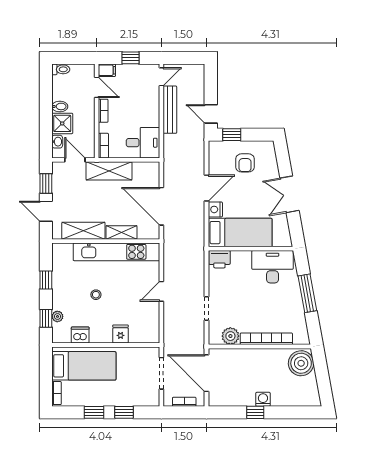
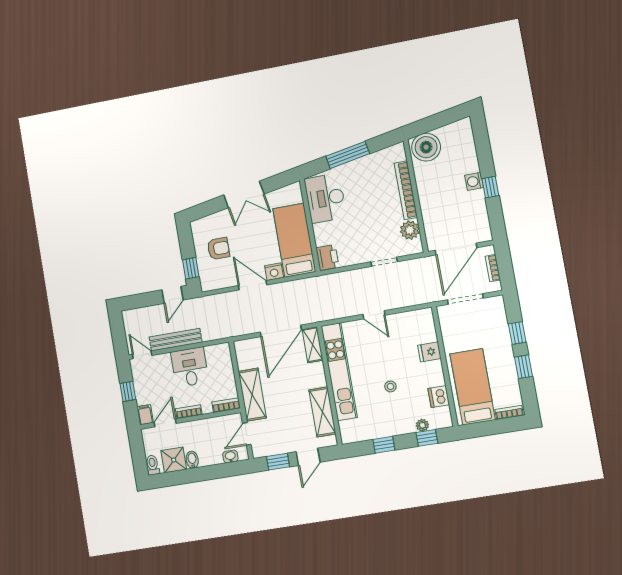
shower: (62, 123) -> (174, 460), moved
desk: (143, 143) -> (190, 367), moved
shelving: (121, 232) -> (312, 345), moved

